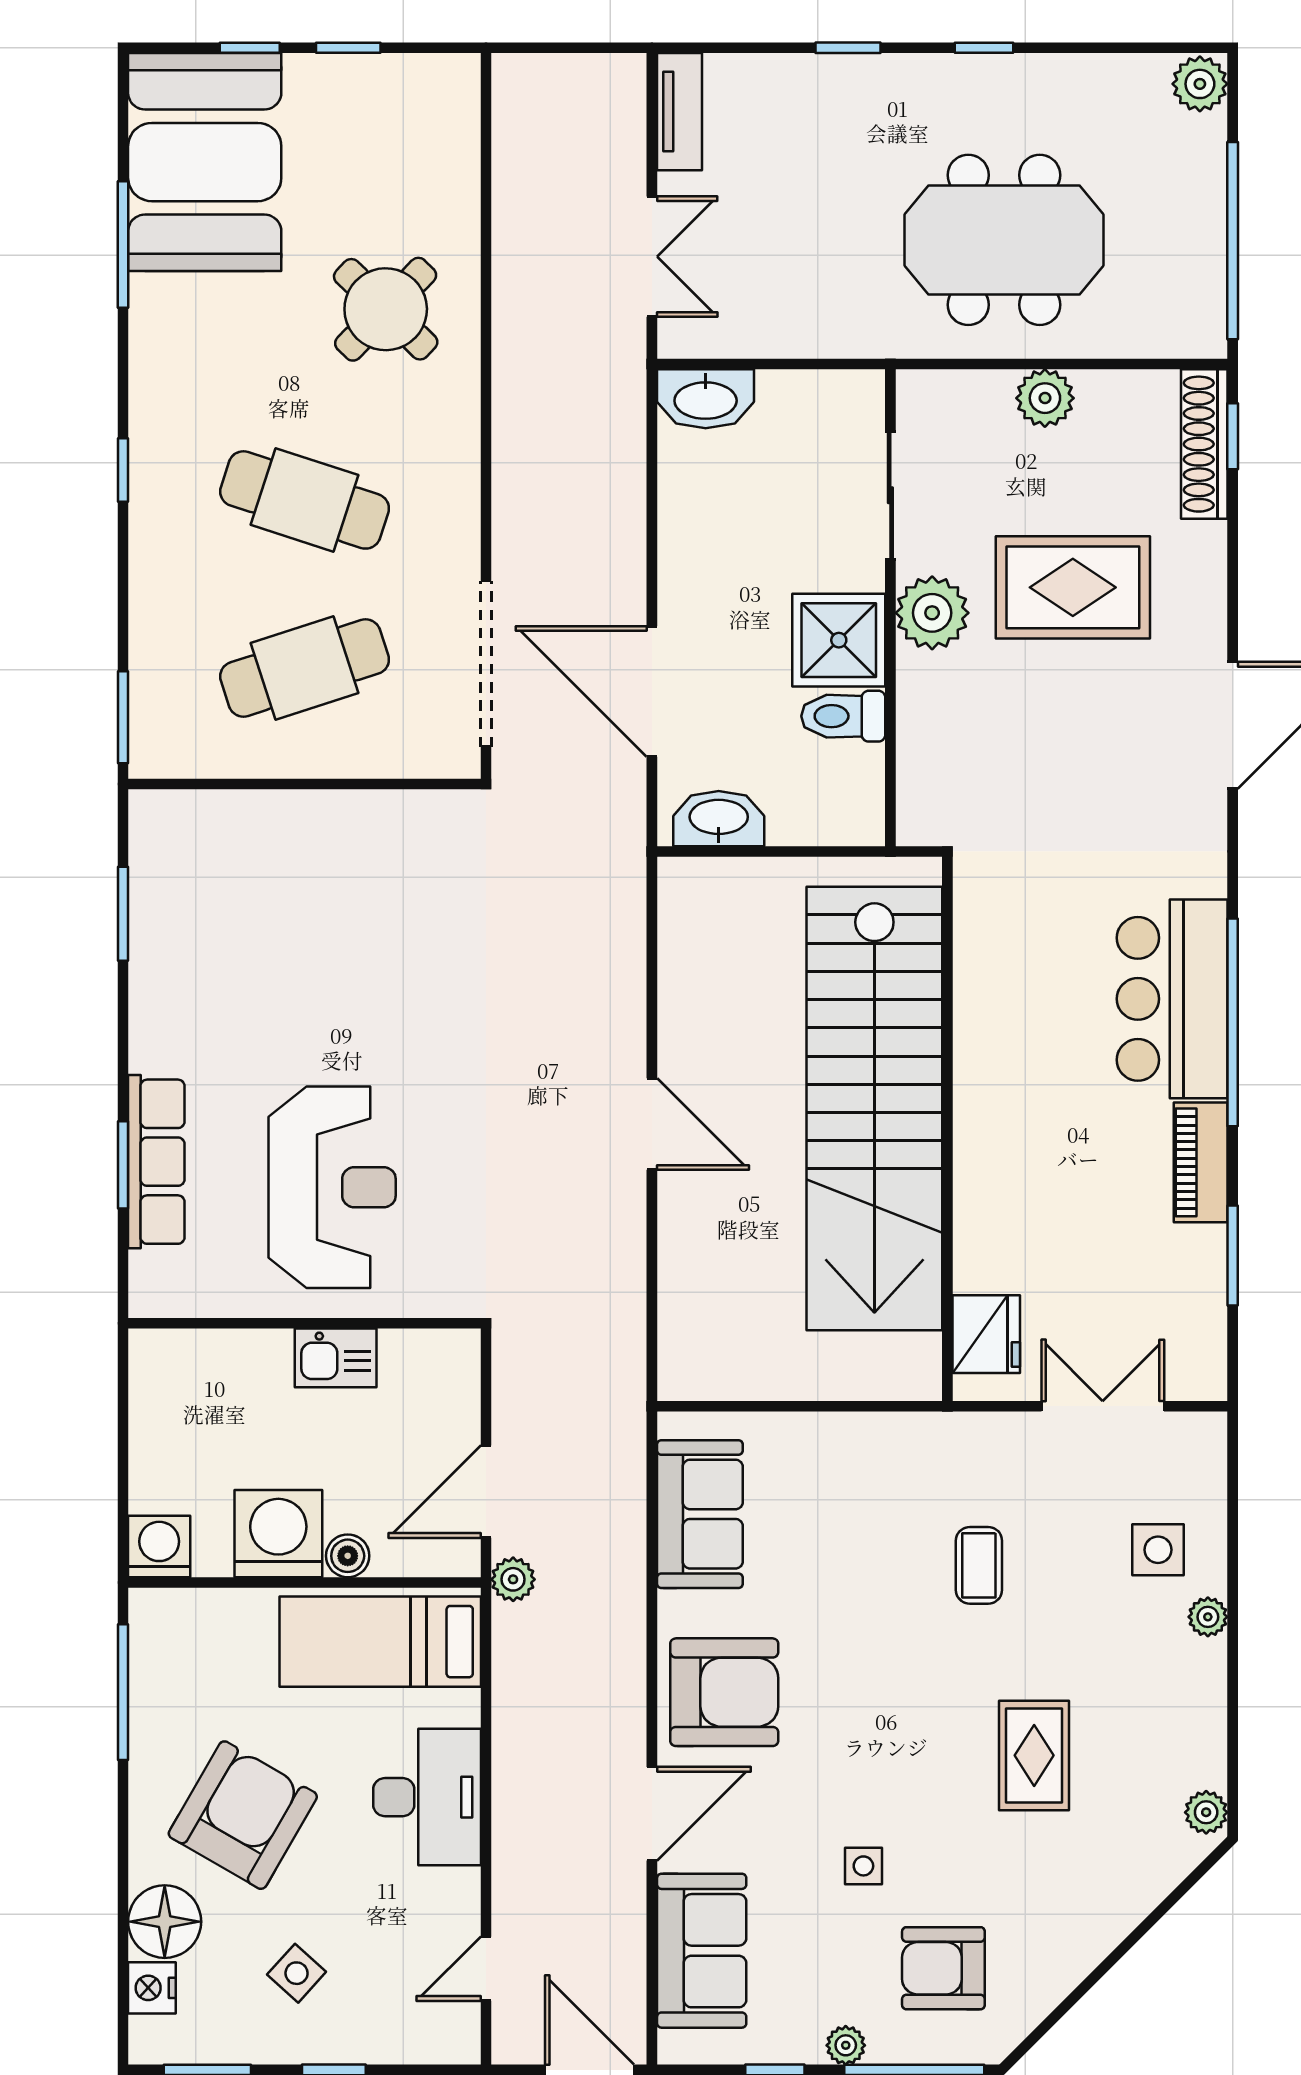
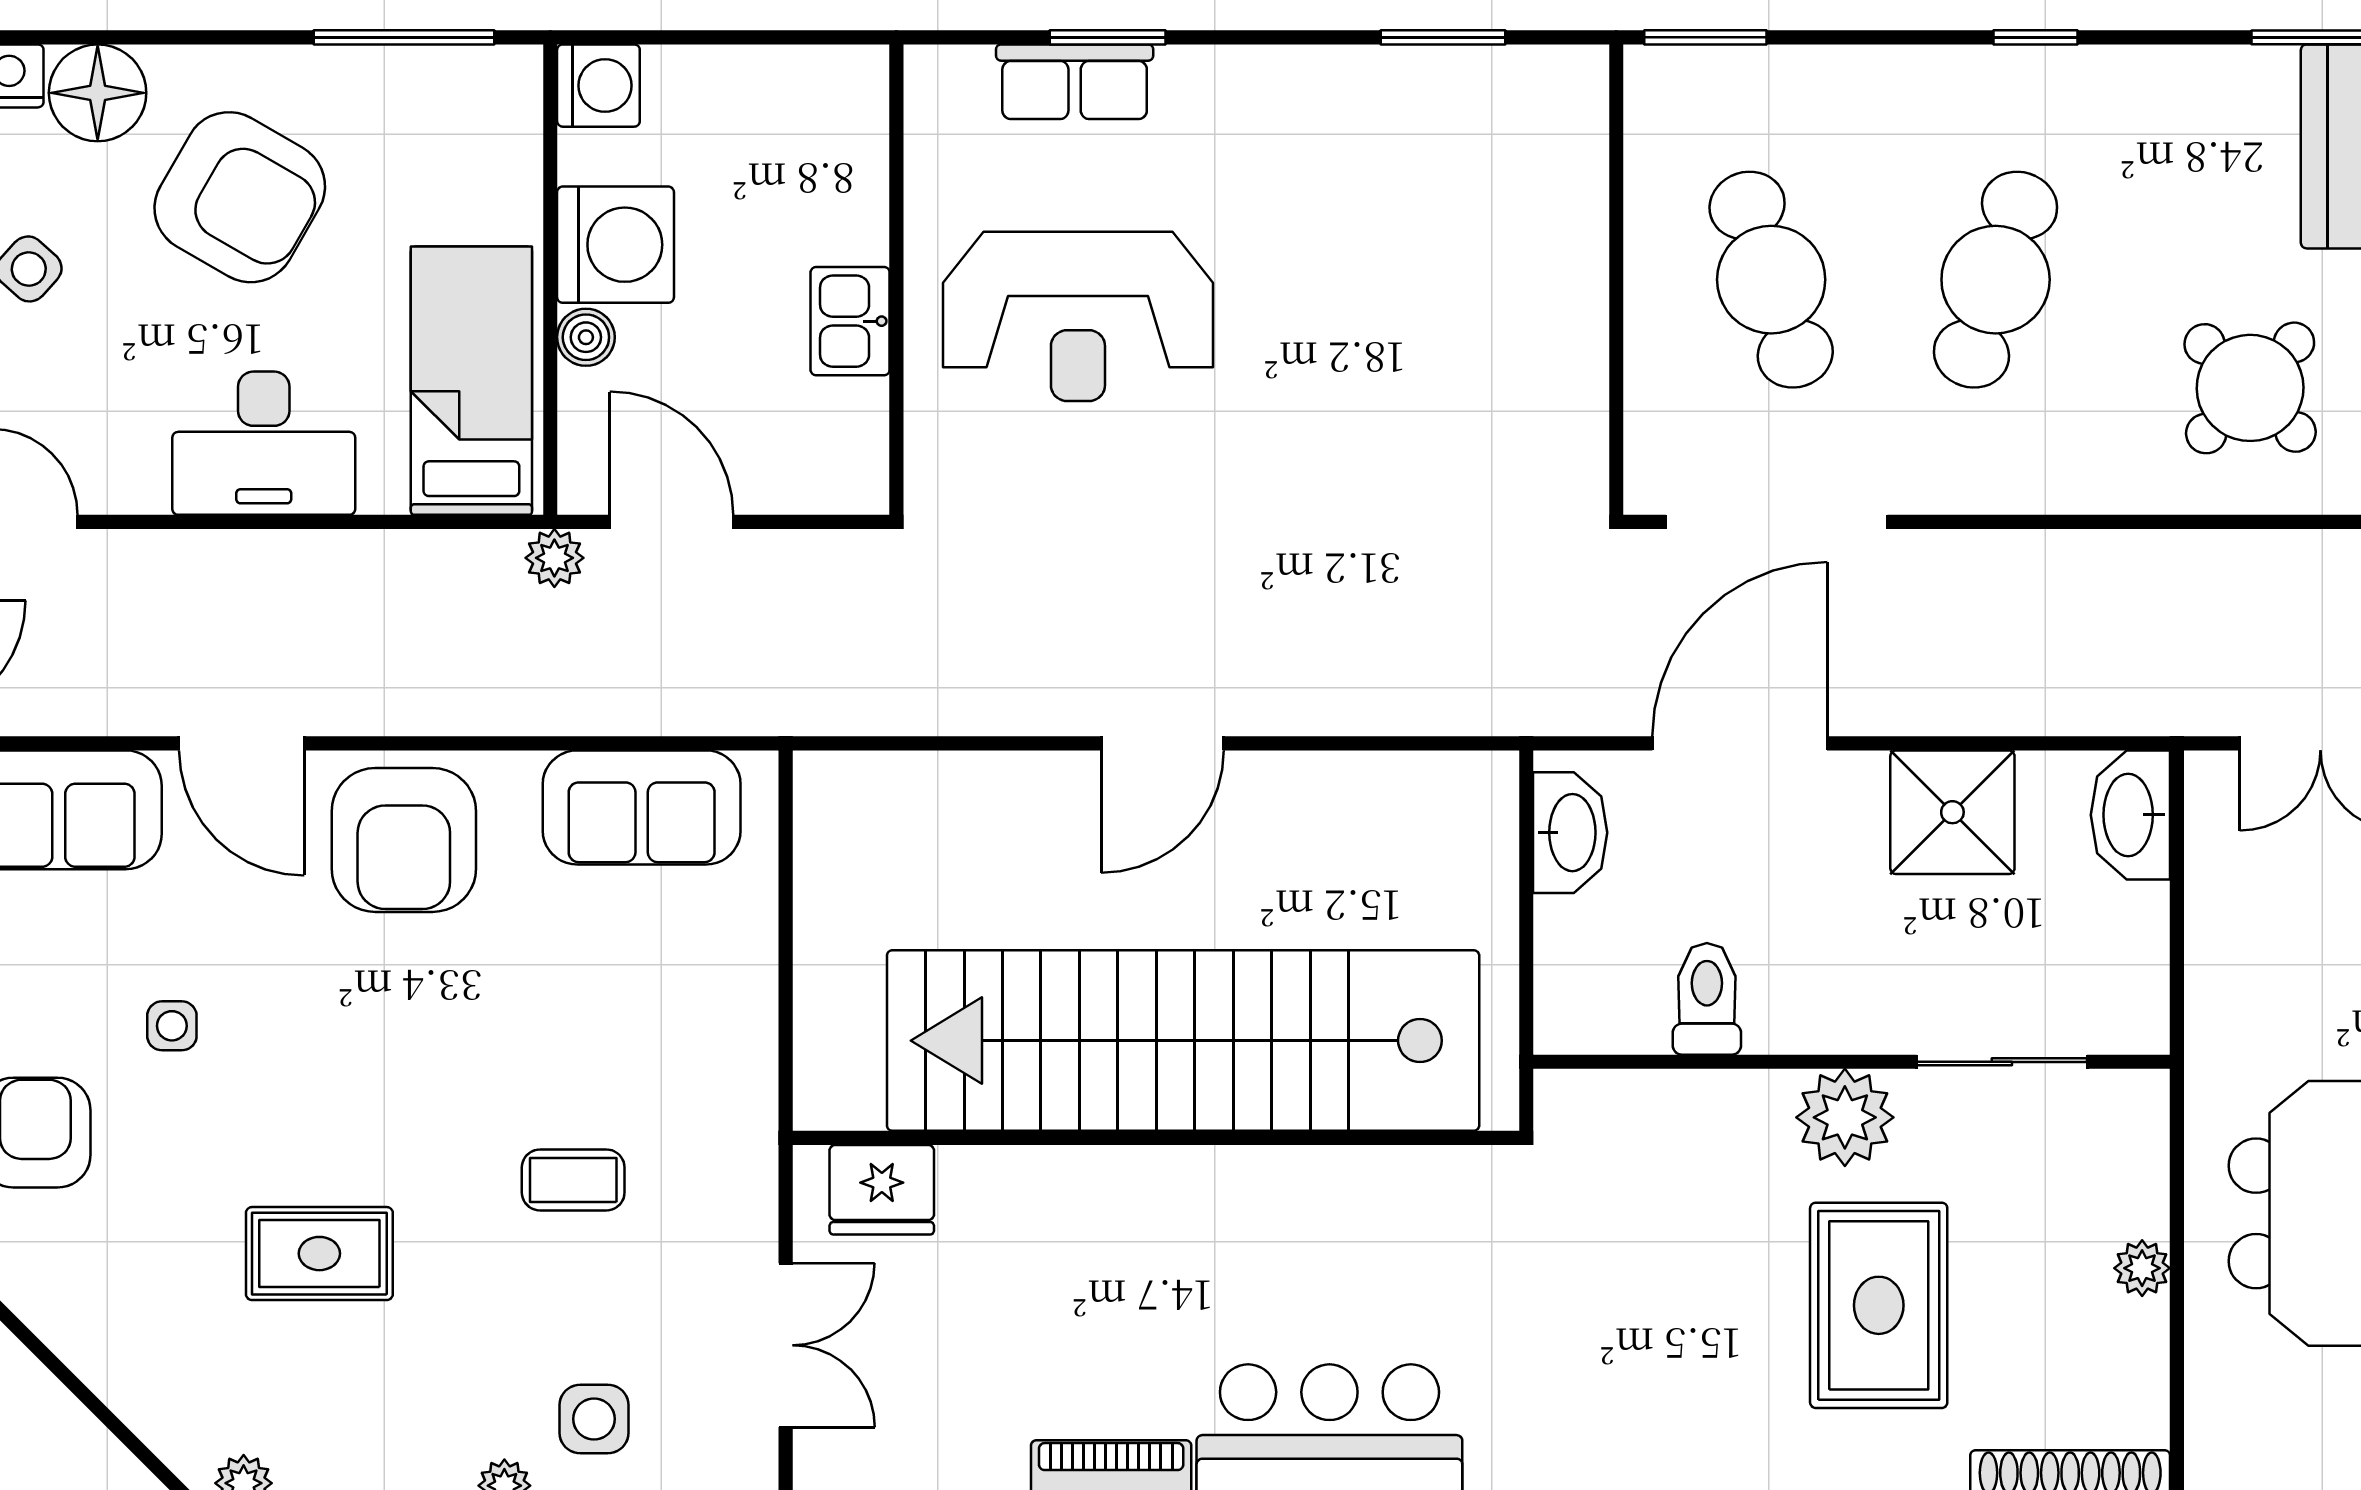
plant: (1045, 398) -> (2142, 1268), width x0.73, depth x0.73
shower: (839, 640) -> (1952, 812), moved
row of seats: (156, 1162) -> (1075, 82), width x0.68

